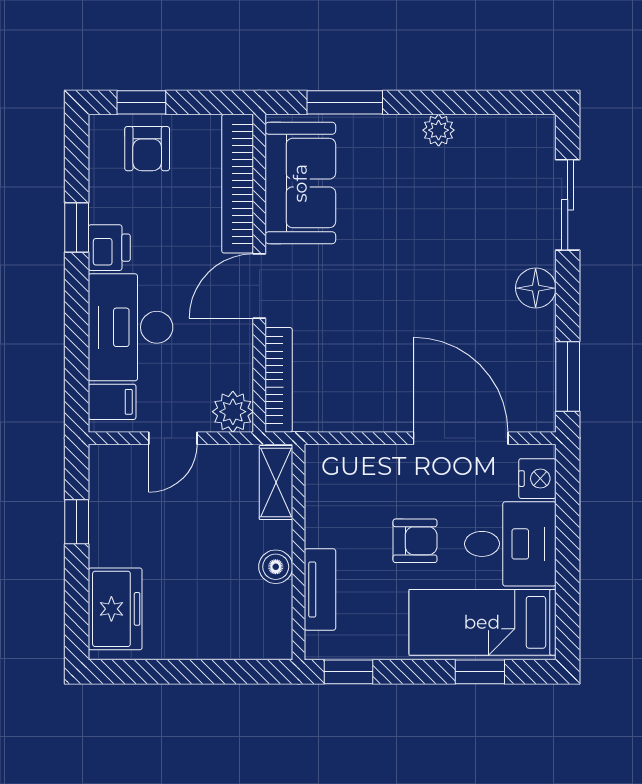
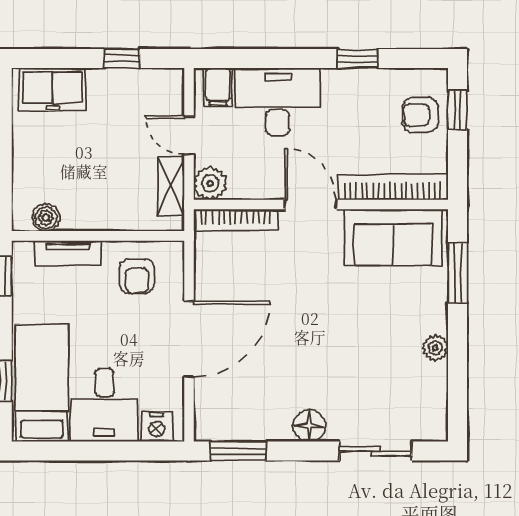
printer: (109, 248) -> (341, 85), removed
door: (461, 438) -> (189, 339), moved
shelving: (276, 482) -> (171, 187), moved, turned 90
armchair: (415, 541) -> (137, 276), moved
boiler: (276, 567) -> (46, 218), moved

